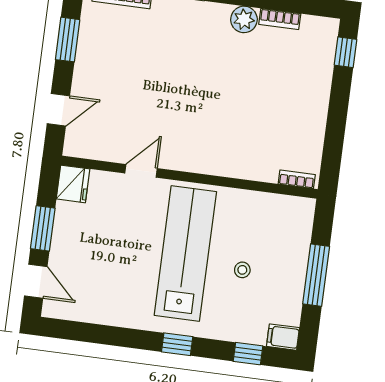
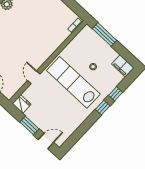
window: (316, 275) -> (104, 34), moved
filing cabinet: (283, 337) -> (123, 66), width x2.00
window: (248, 354) -> (116, 94), moved

